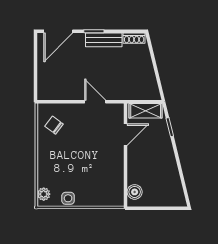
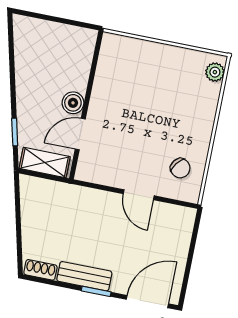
door: (95, 102) -> (139, 195), moved
boiler: (135, 192) -> (73, 103), moved
side table: (68, 198) -> (181, 59), removed

